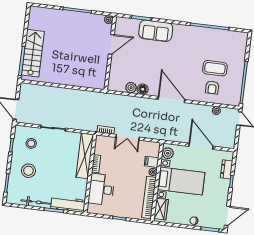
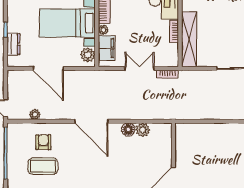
filing cabinet: (151, 162) -> (107, 48), width x2.00

